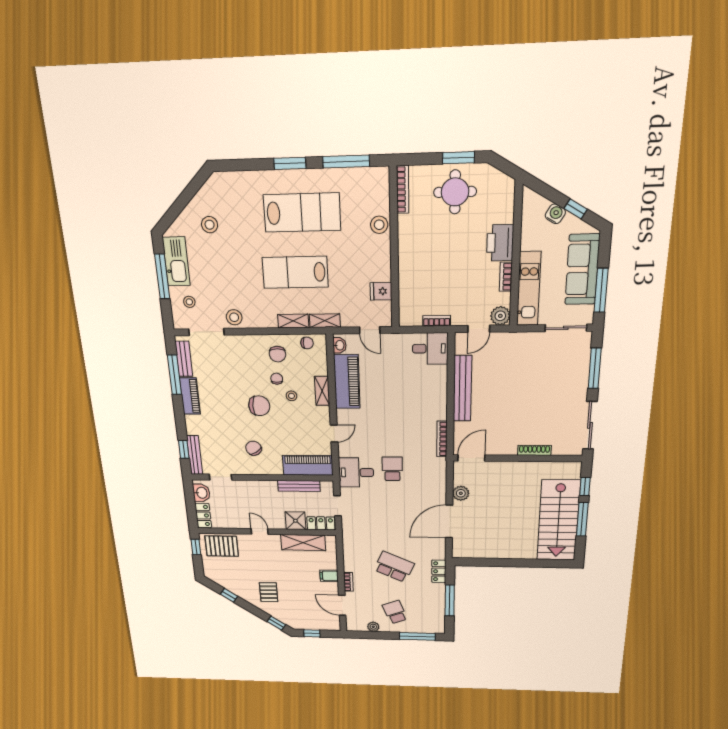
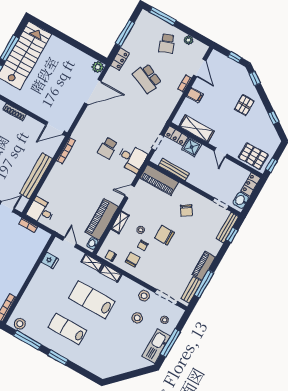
lab bench: (302, 213) -> (67, 329), width x0.73, depth x0.72
stool: (210, 225) -> (137, 318), moved
stool: (379, 225) -> (20, 324), moved
lab bench: (295, 272) -> (92, 300), turned 180
plant: (461, 493) -> (98, 67), moved

